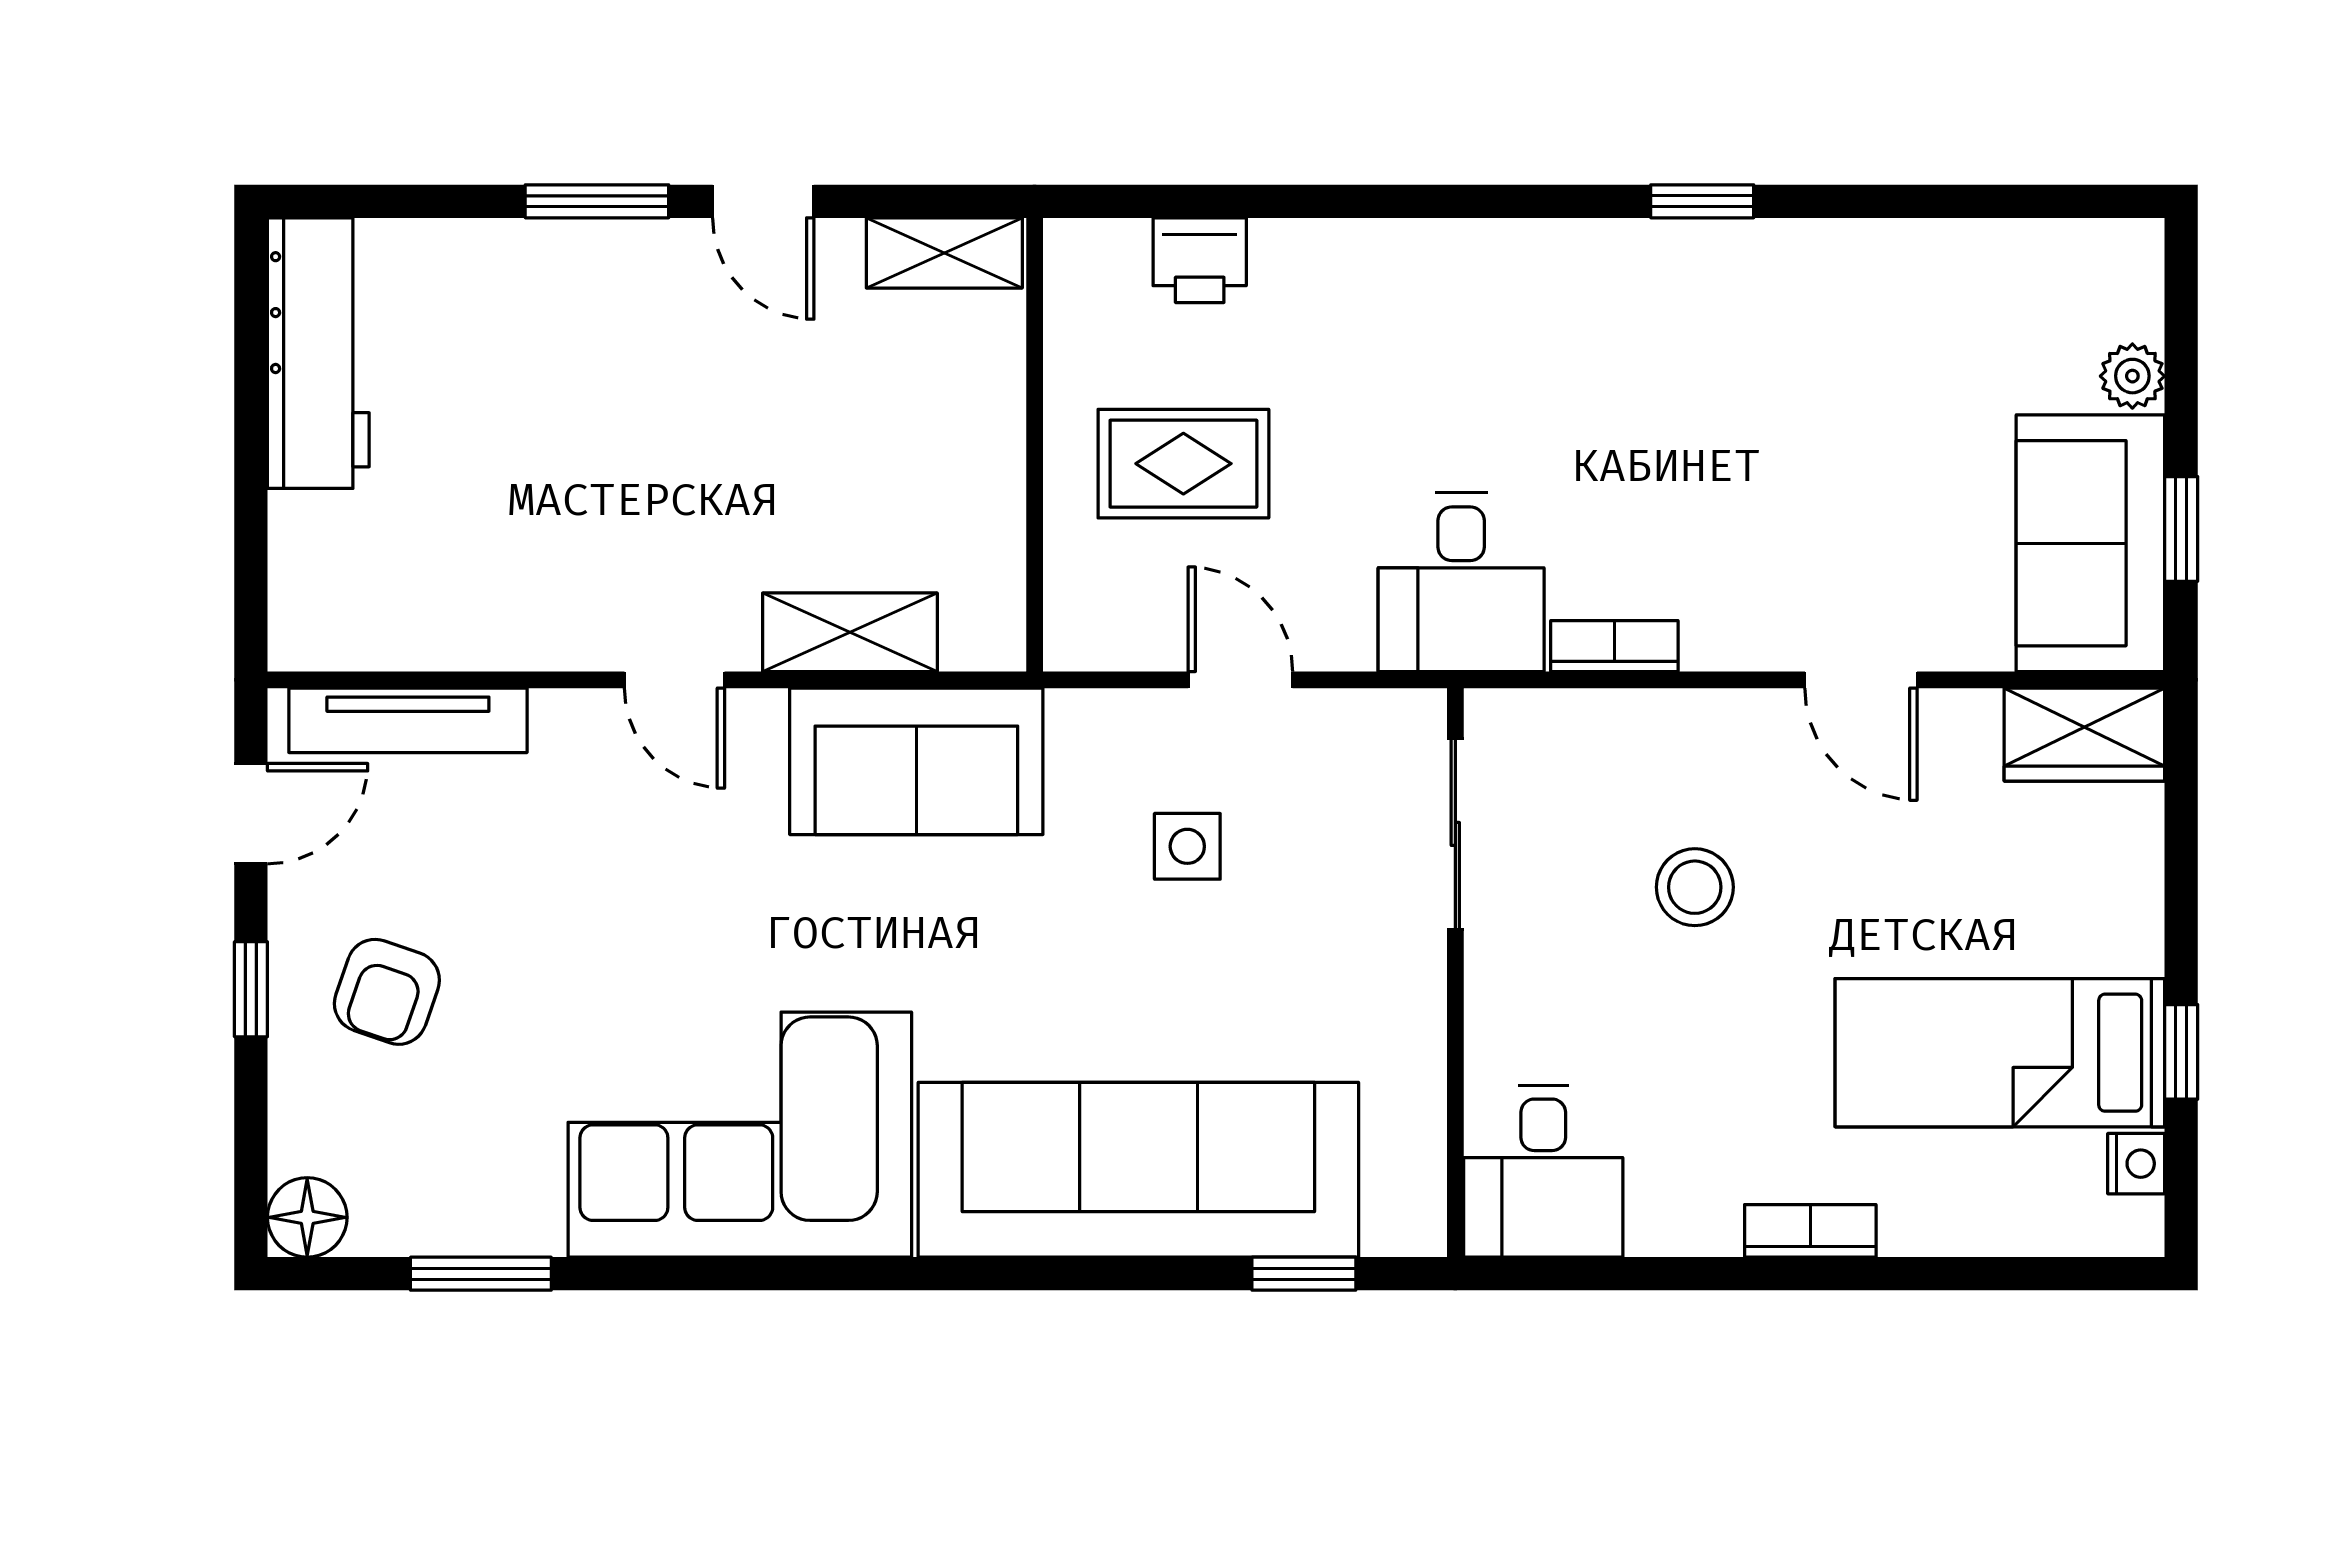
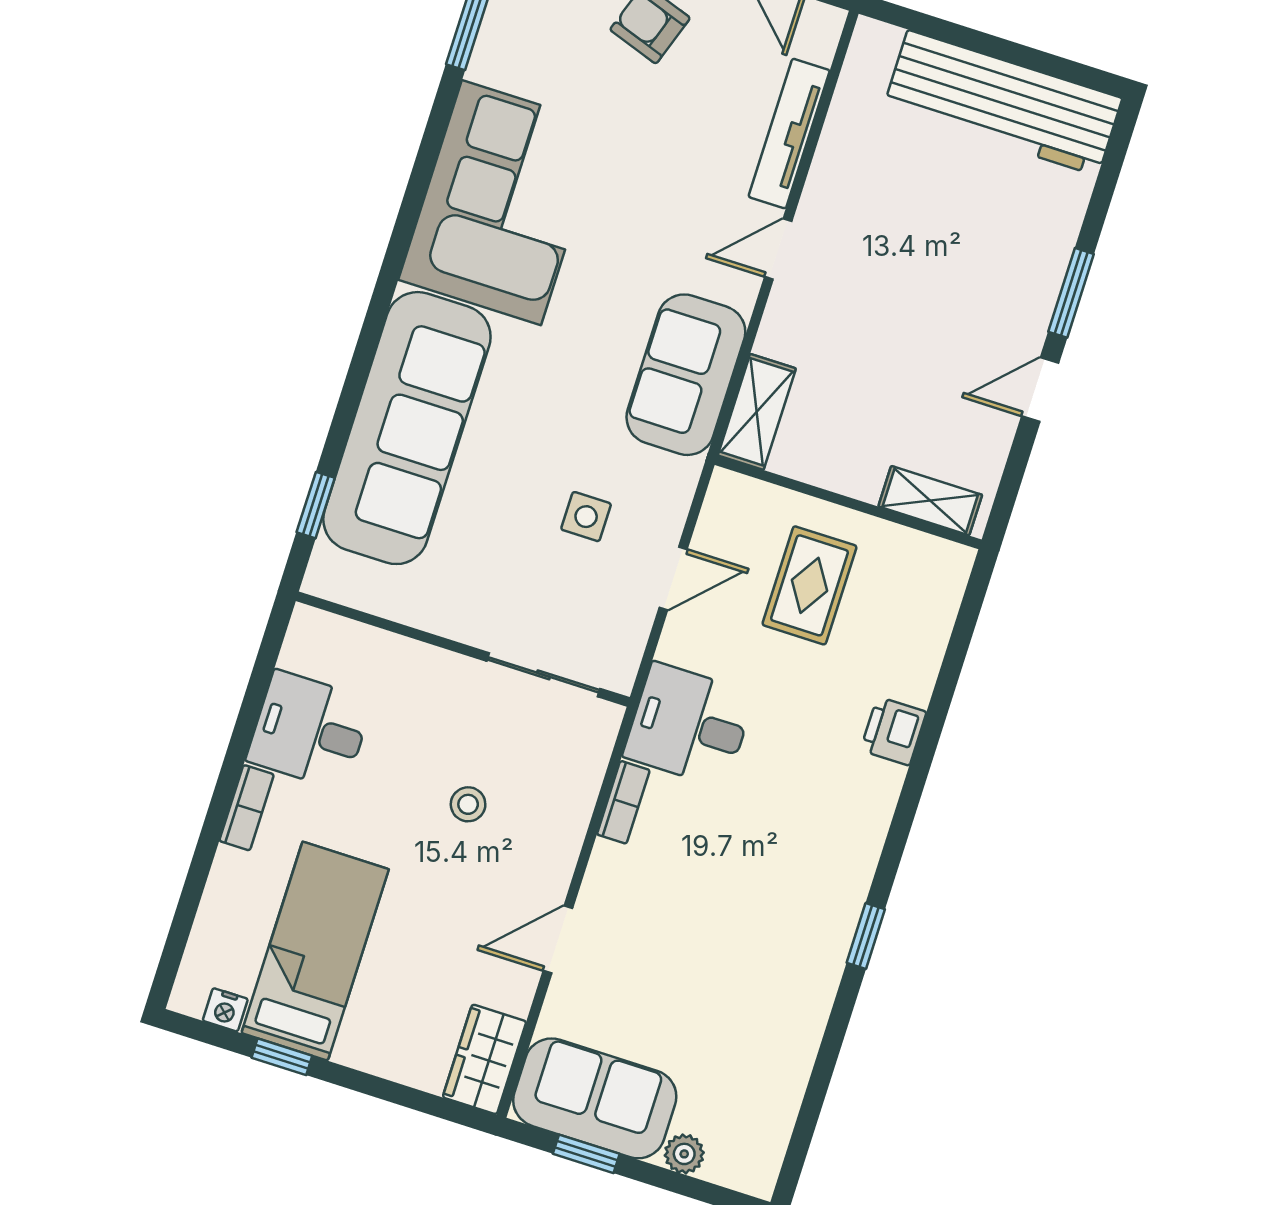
shelving: (944, 253) -> (930, 501), moved, turned 90
printer: (1200, 260) -> (893, 731), moved
workbench: (318, 353) -> (1003, 103), width x1.36, depth x1.32
shelving: (850, 632) -> (757, 412), moved
tv unit: (408, 720) -> (789, 134), moved
stool: (1695, 887) -> (468, 804), width x0.73, depth x0.73
desk: (1543, 1171) -> (310, 730), moved

